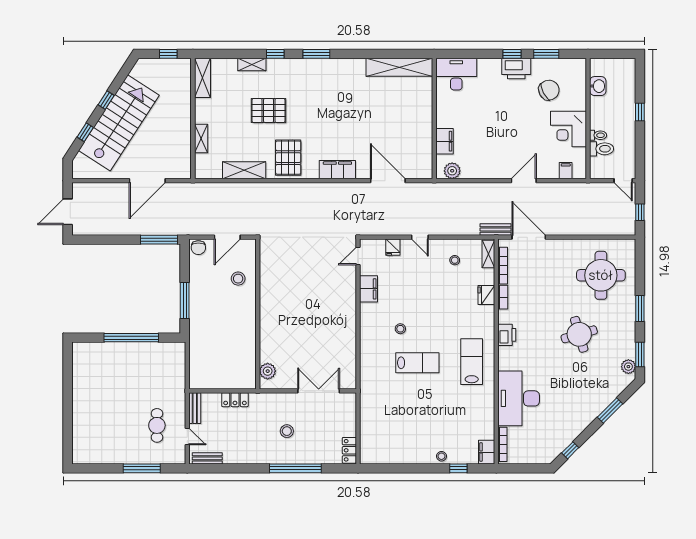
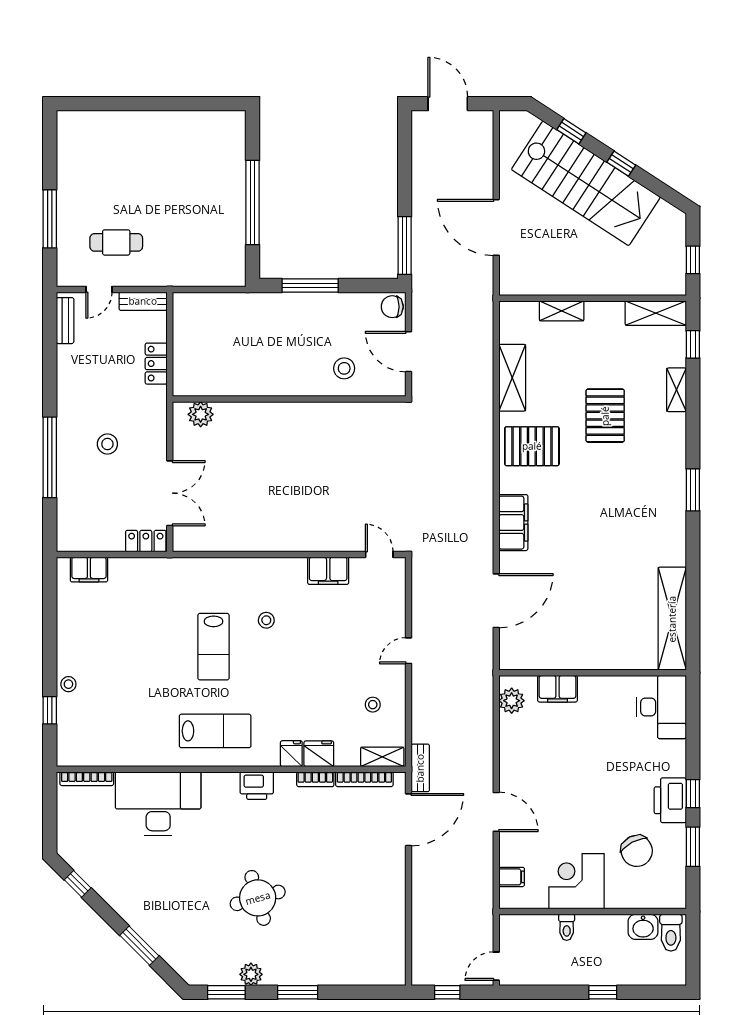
window: (275, 54) -> (693, 344), moved
toilet: (602, 149) -> (671, 933), moved
fridge: (393, 247) -> (291, 754), moved, turned 90
round table: (601, 275) -> (349, 932), removed
plant: (628, 367) -> (251, 974), moved
locker: (349, 450) -> (146, 541), moved
filing cabinet: (487, 452) -> (89, 570), moved, turned 180

